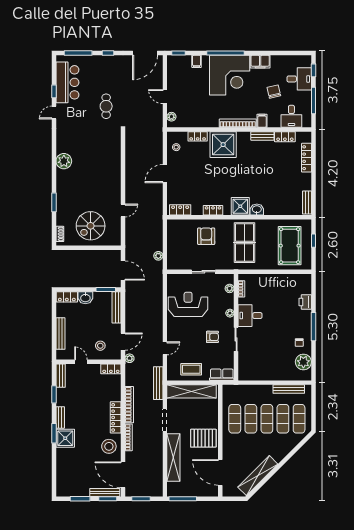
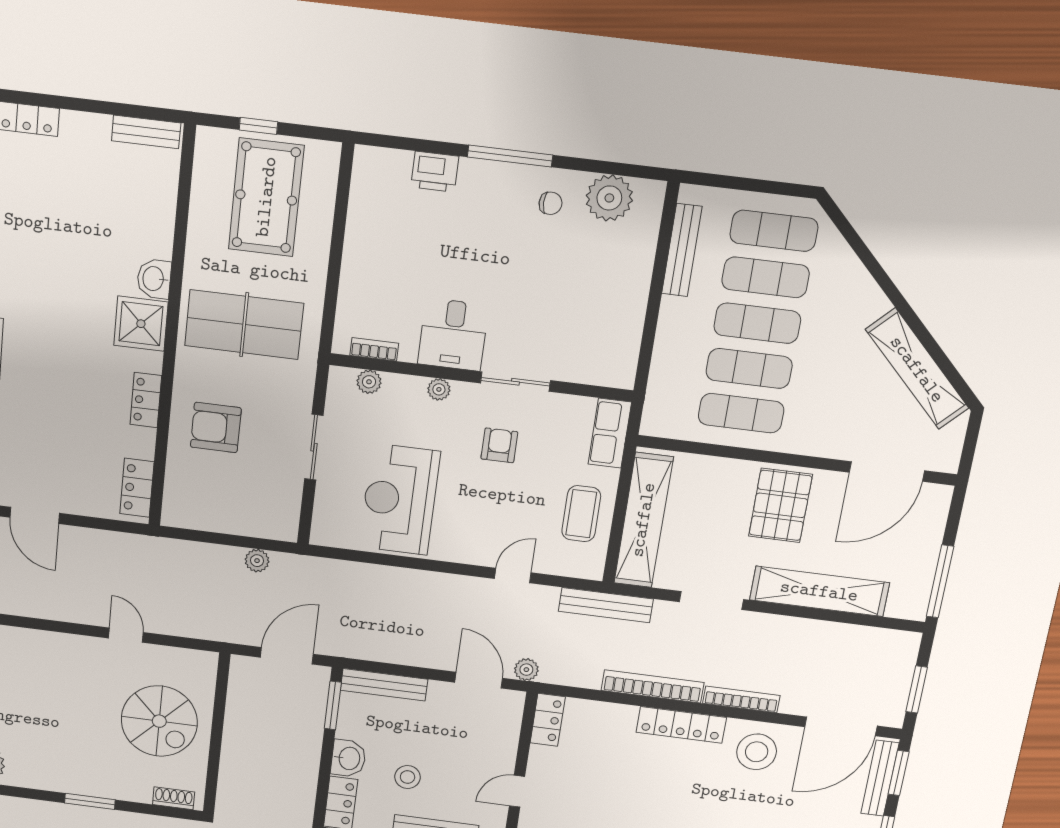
pool table: (290, 246) -> (266, 197), turned 90
stool: (100, 346) -> (408, 777), moved
door: (165, 348) -> (513, 576), hinge flipped

